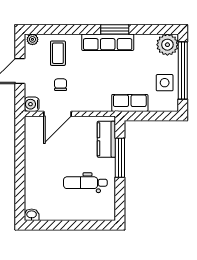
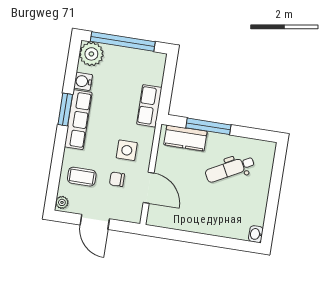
side table: (165, 83) -> (127, 150), moved
water cooler: (32, 104) -> (83, 81), moved, turned 90
dental chair: (85, 183) -> (230, 169), turned 62

